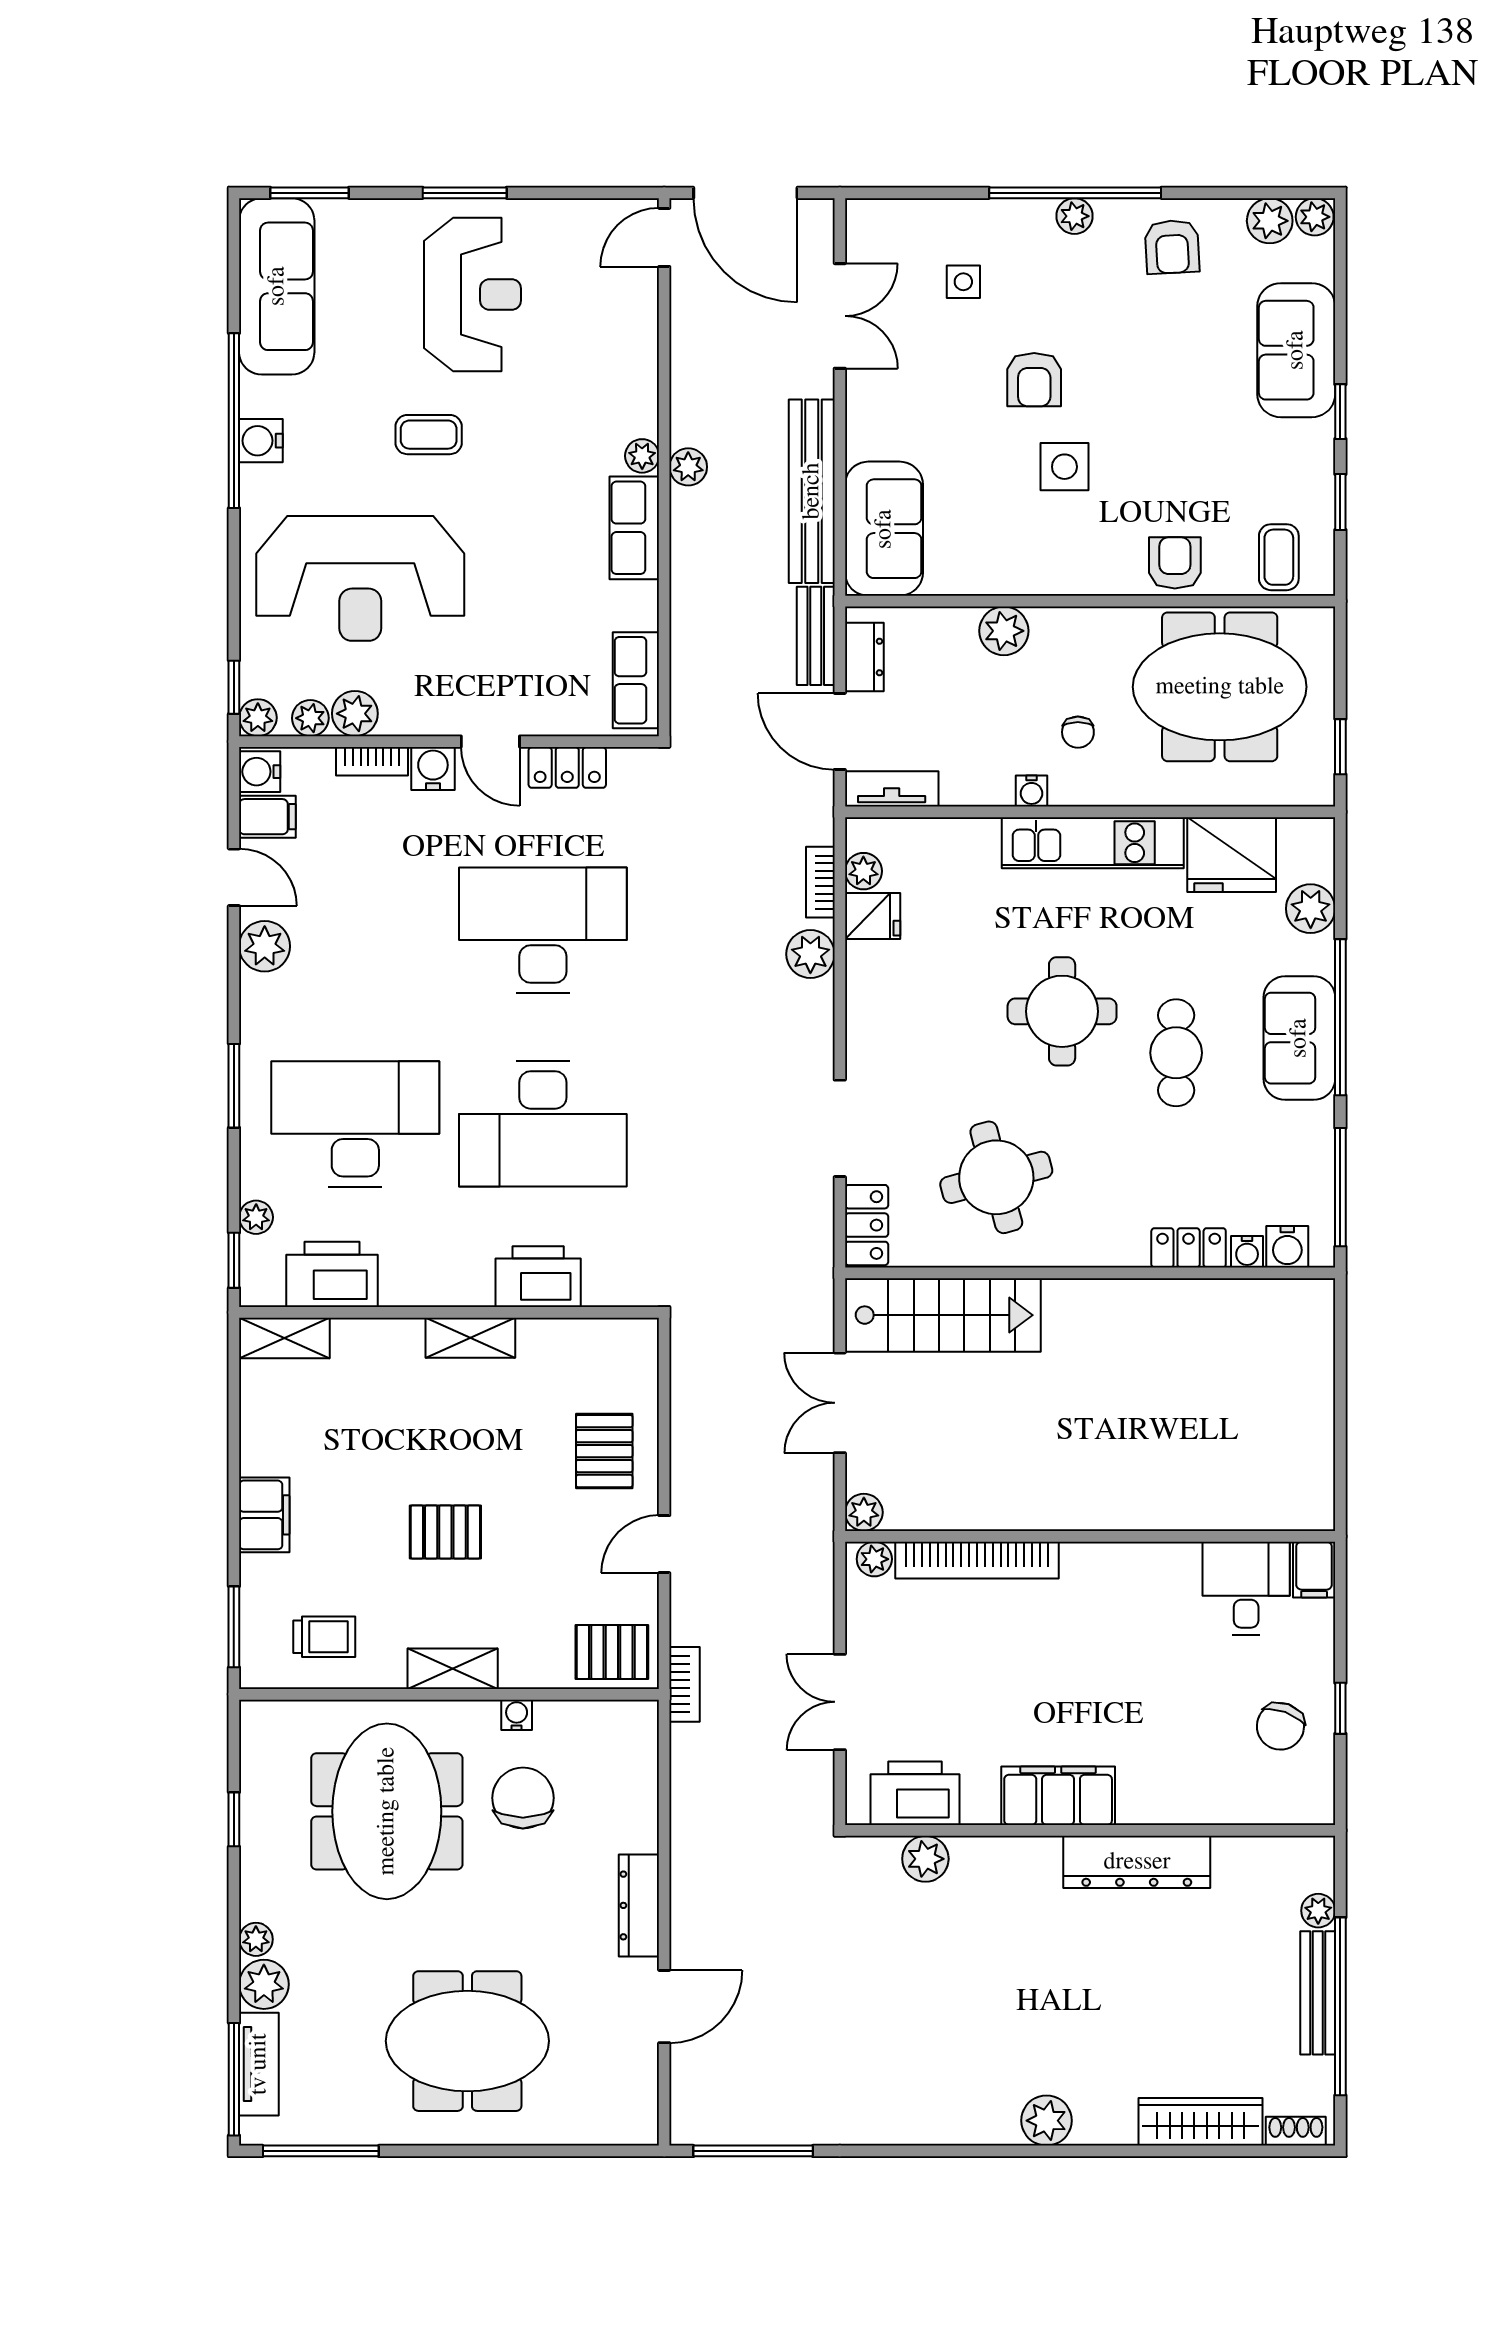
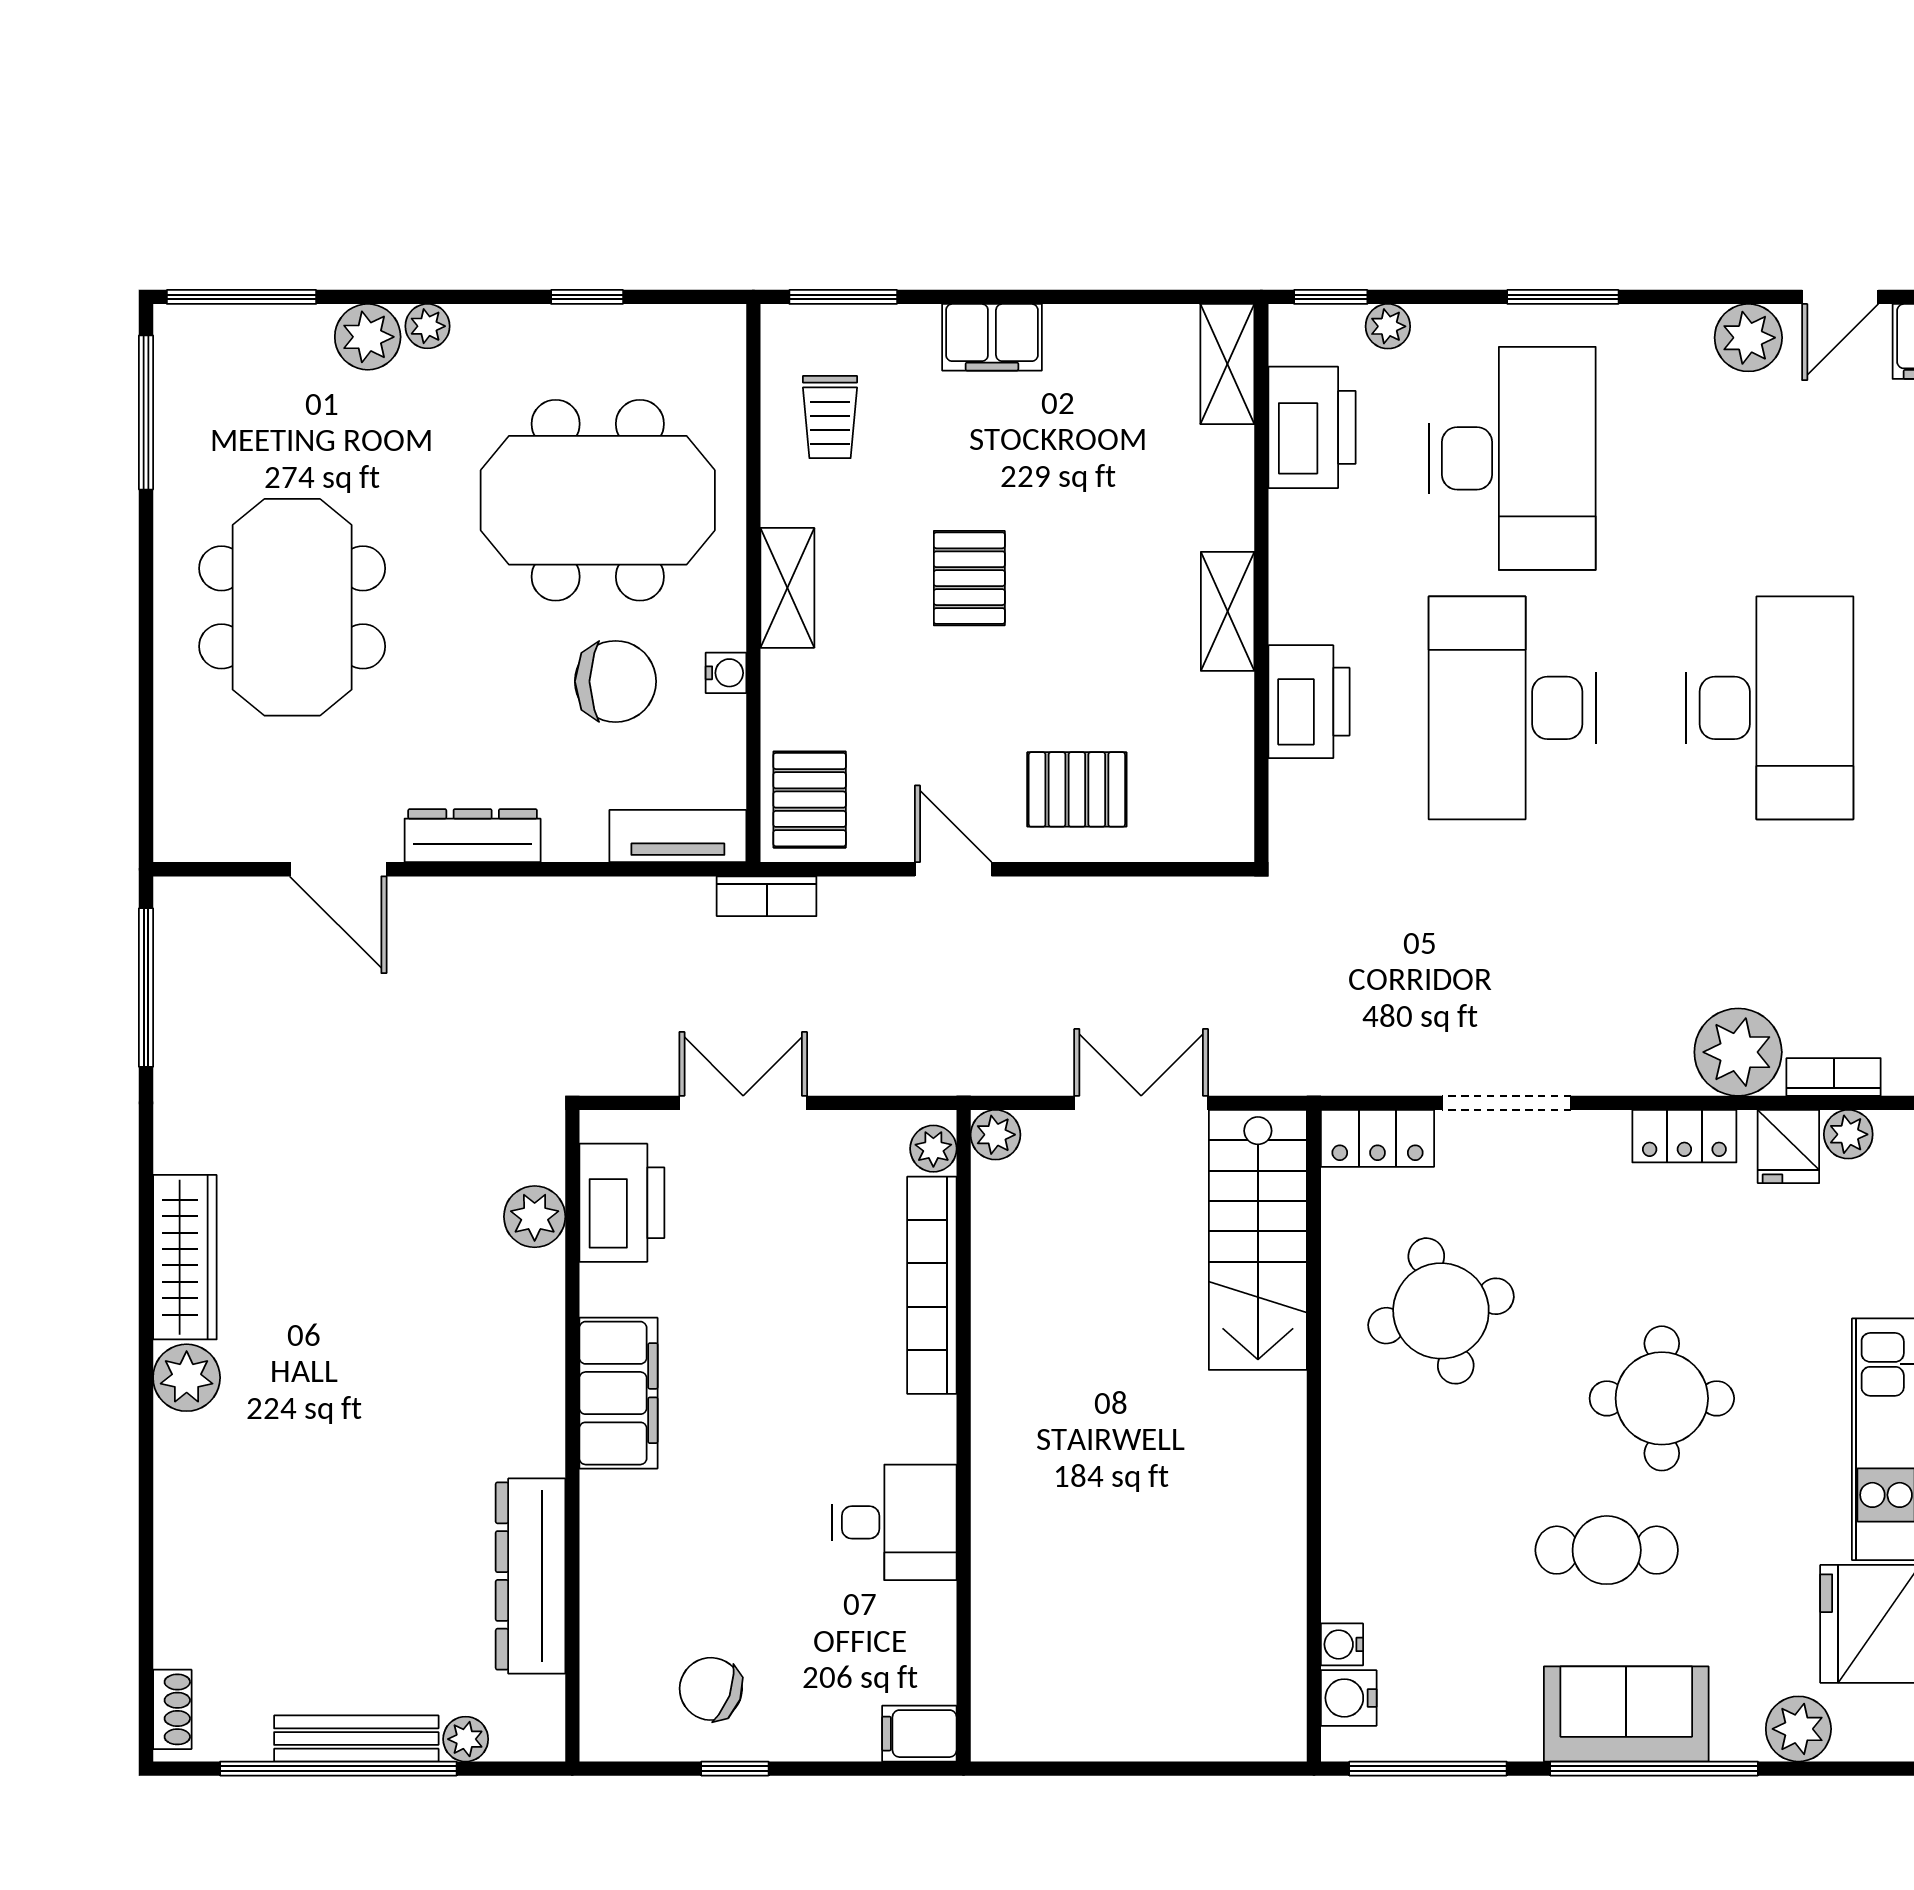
plant: (810, 954) -> (1738, 1052), width x1.36, depth x1.36
locker: (1189, 1248) -> (1684, 1136), moved, turned 90
desk: (1246, 1588) -> (894, 1522), moved
dresser: (1137, 1862) -> (530, 1576), moved
tv unit: (259, 2064) -> (678, 836), moved, turned 180
wardrobe: (1201, 2122) -> (185, 1257), moved

